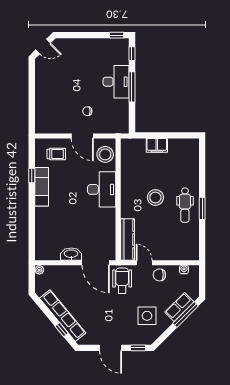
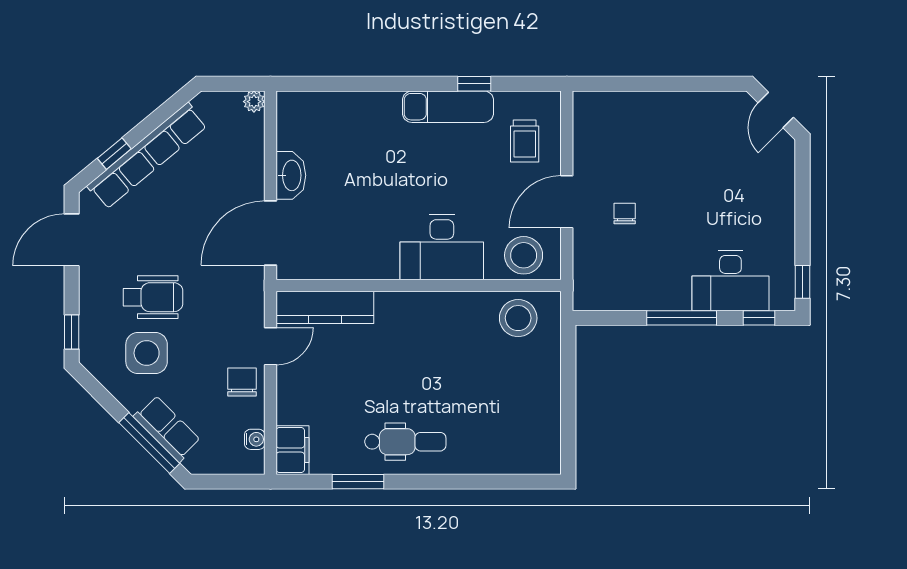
desk: (116, 82) -> (730, 281), moved
filing cabinet: (157, 145) -> (293, 450), moved, turned 180
stool: (155, 197) -> (518, 318), moved
dental chair: (185, 205) -> (405, 442), turned 180
window: (202, 208) -> (358, 482), moved
wheelchair: (122, 281) -> (153, 297), moved
door: (111, 348) -> (72, 240), moved

